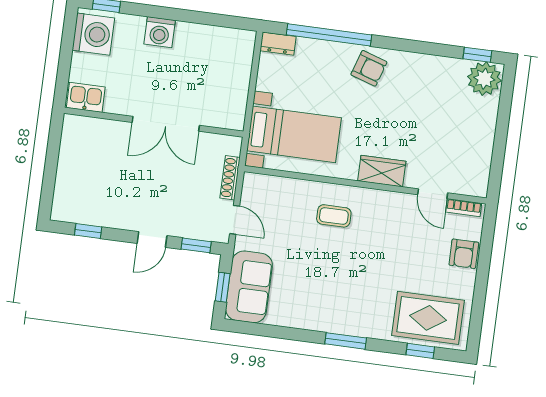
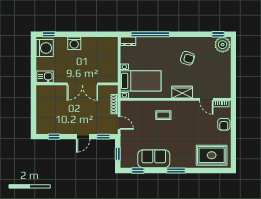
armchair: (369, 68) -> (187, 58), moved
sofa: (249, 287) -> (154, 159), moved, turned -90
window: (420, 351) -> (138, 170), moved

